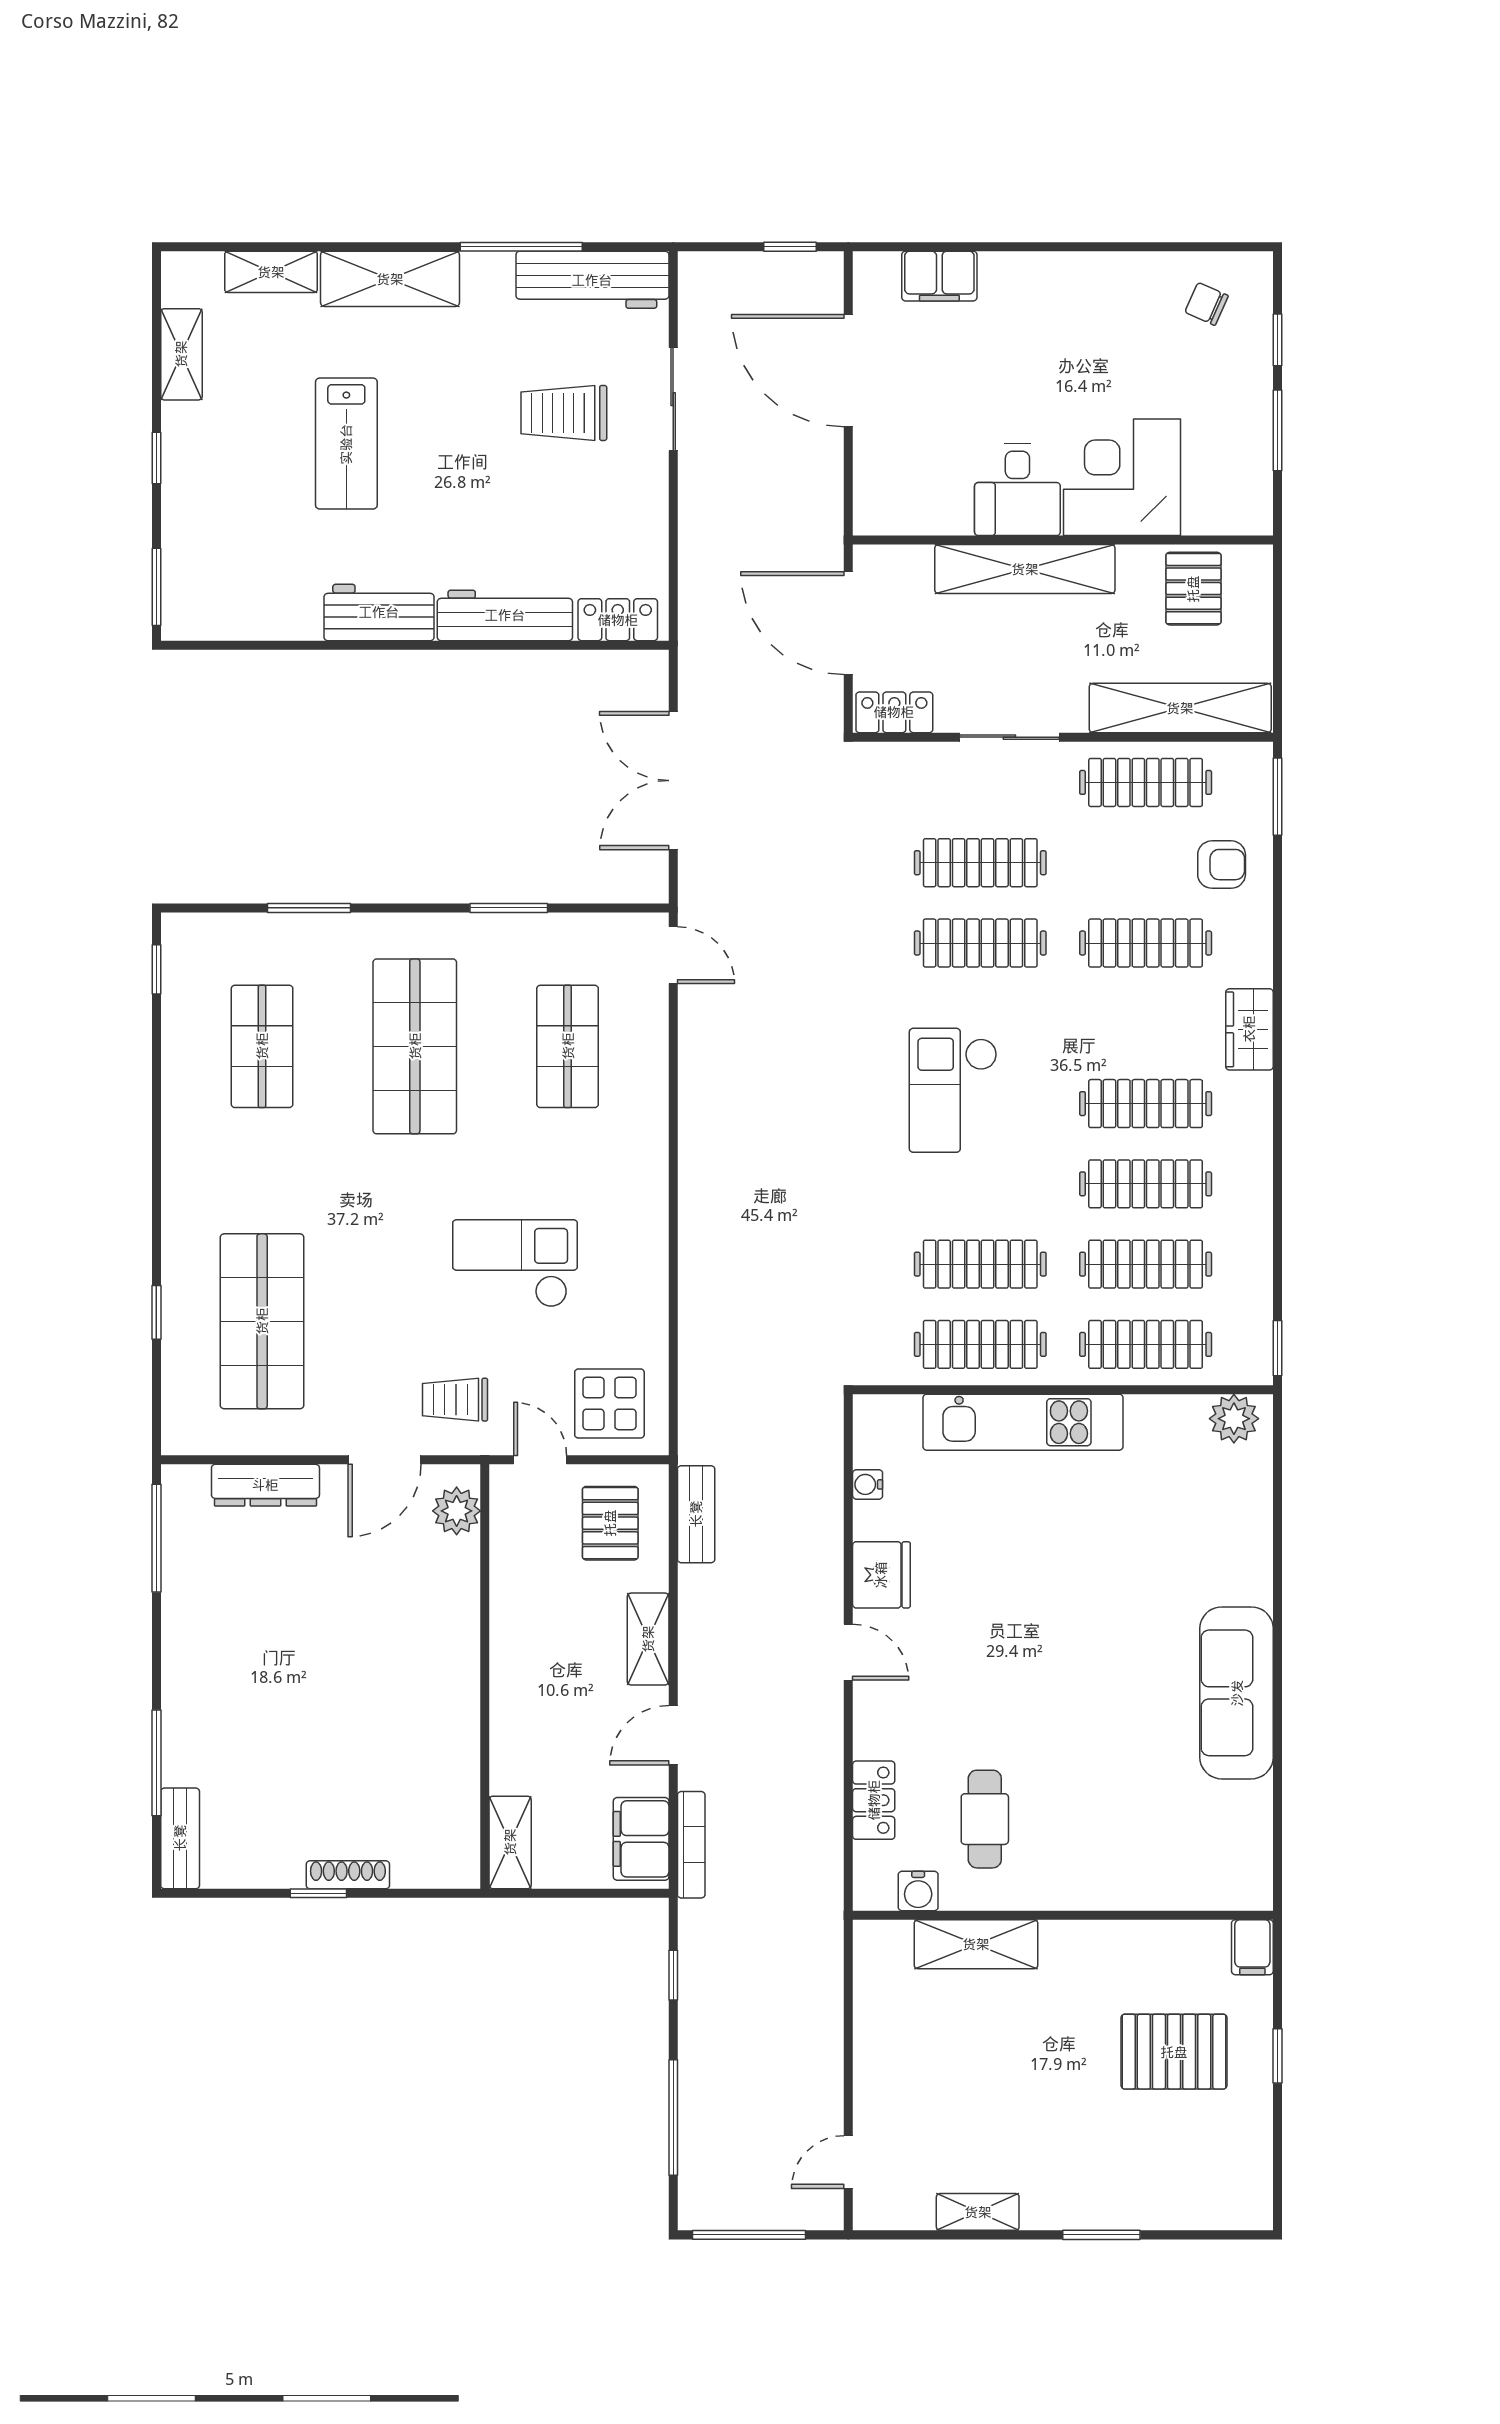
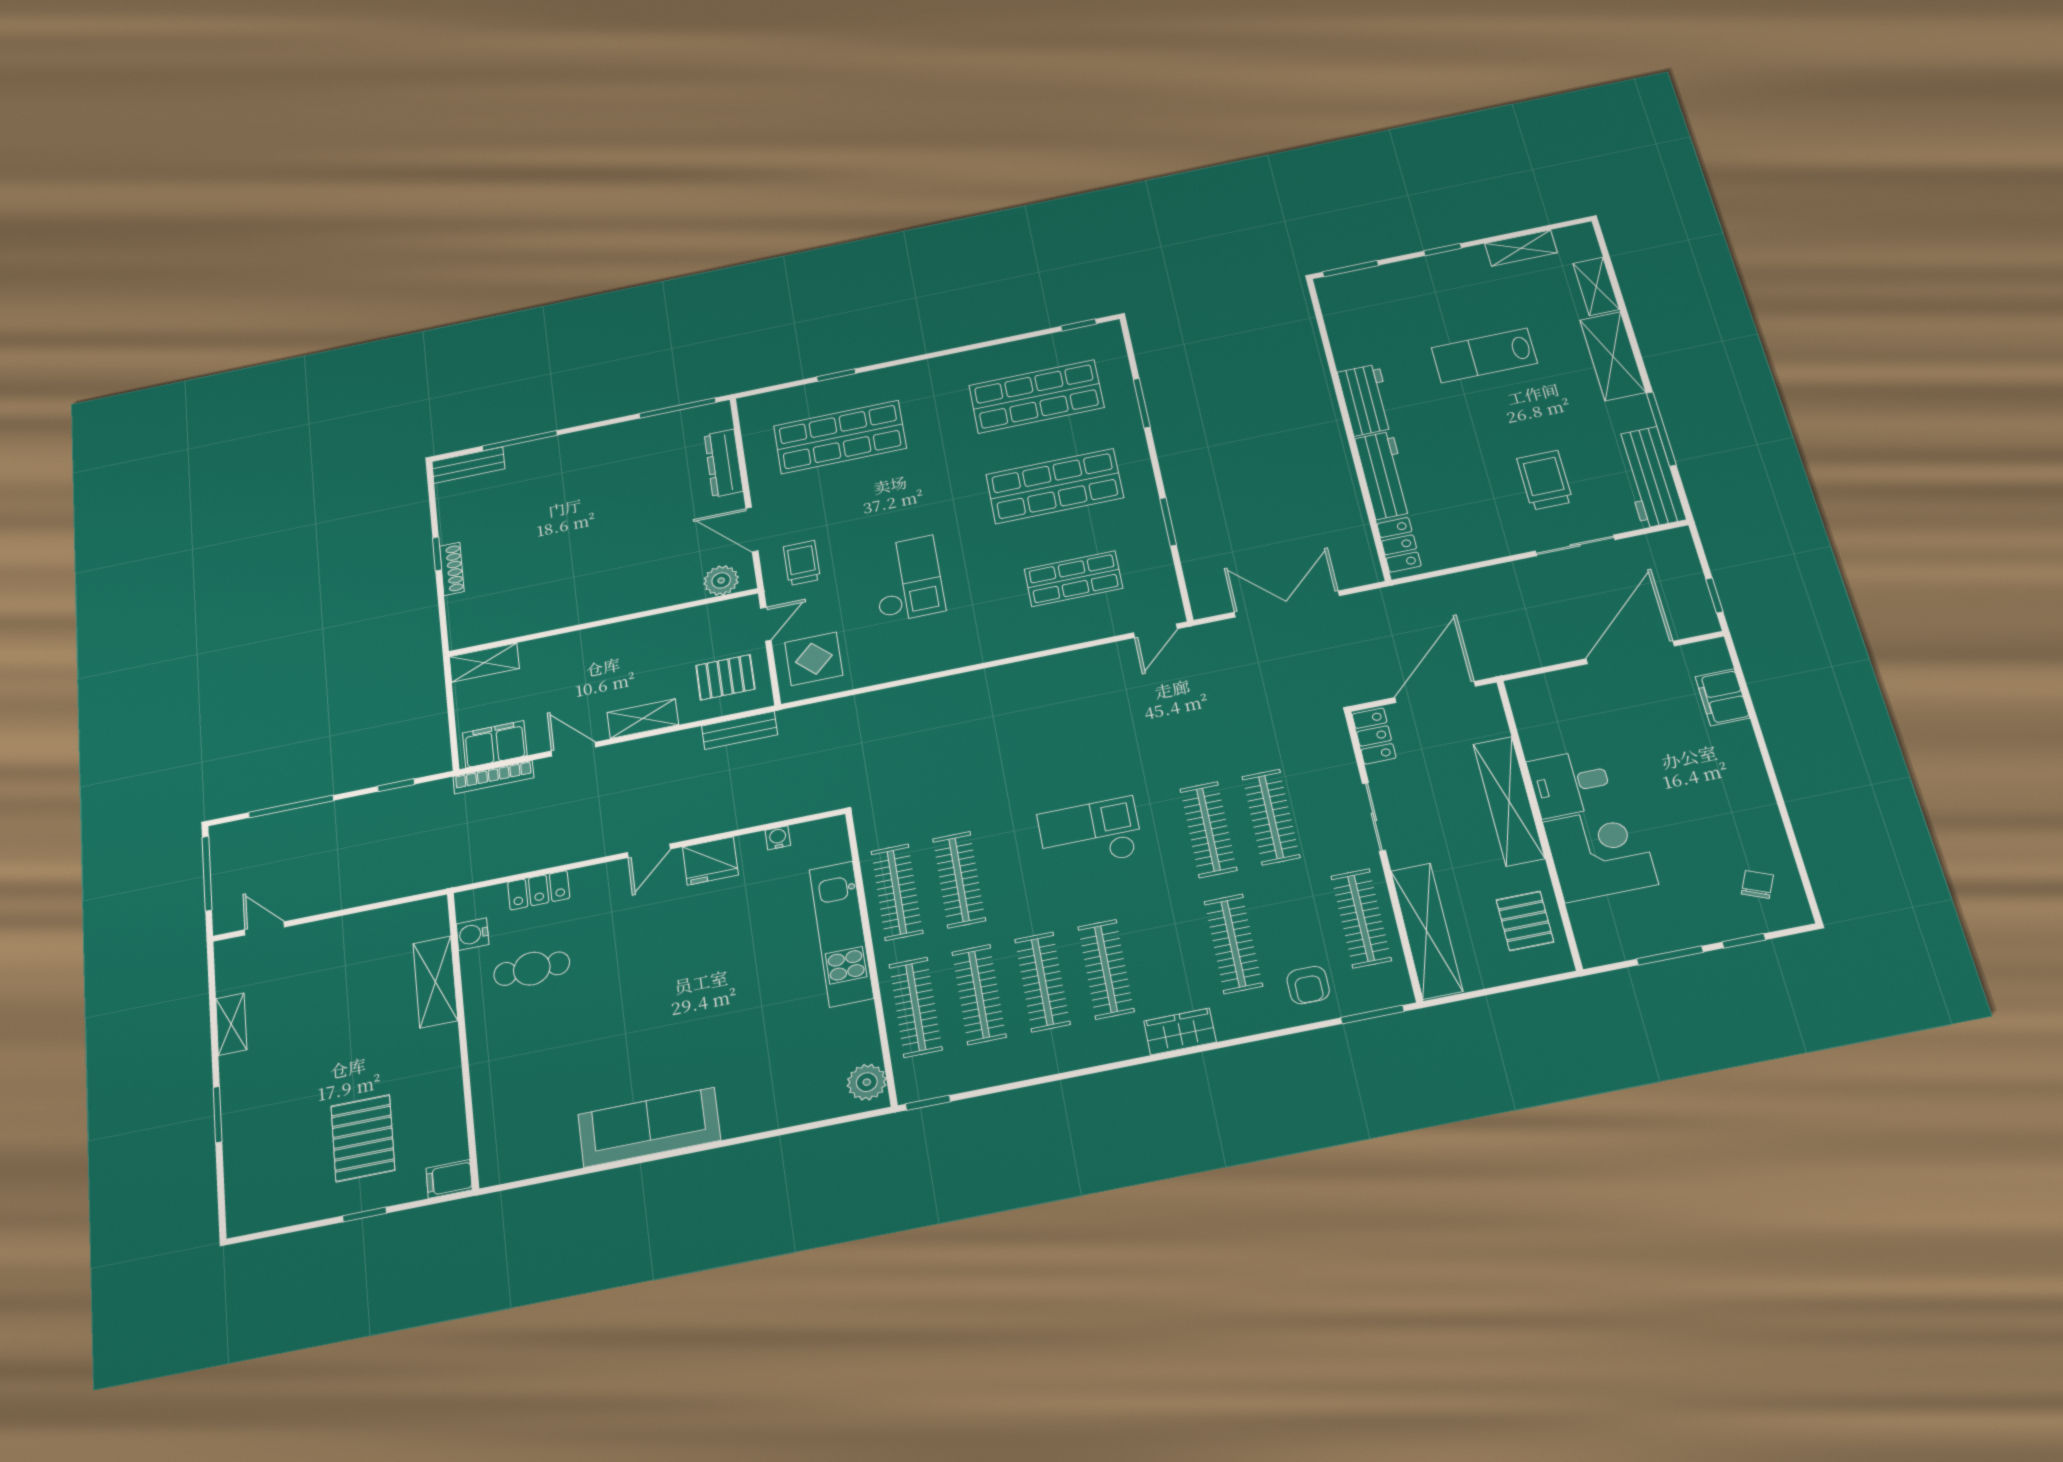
pallet: (1193, 589) -> (1525, 921), turned 90
shop shelf: (262, 1046) -> (1036, 396), width x1.43, depth x1.36

